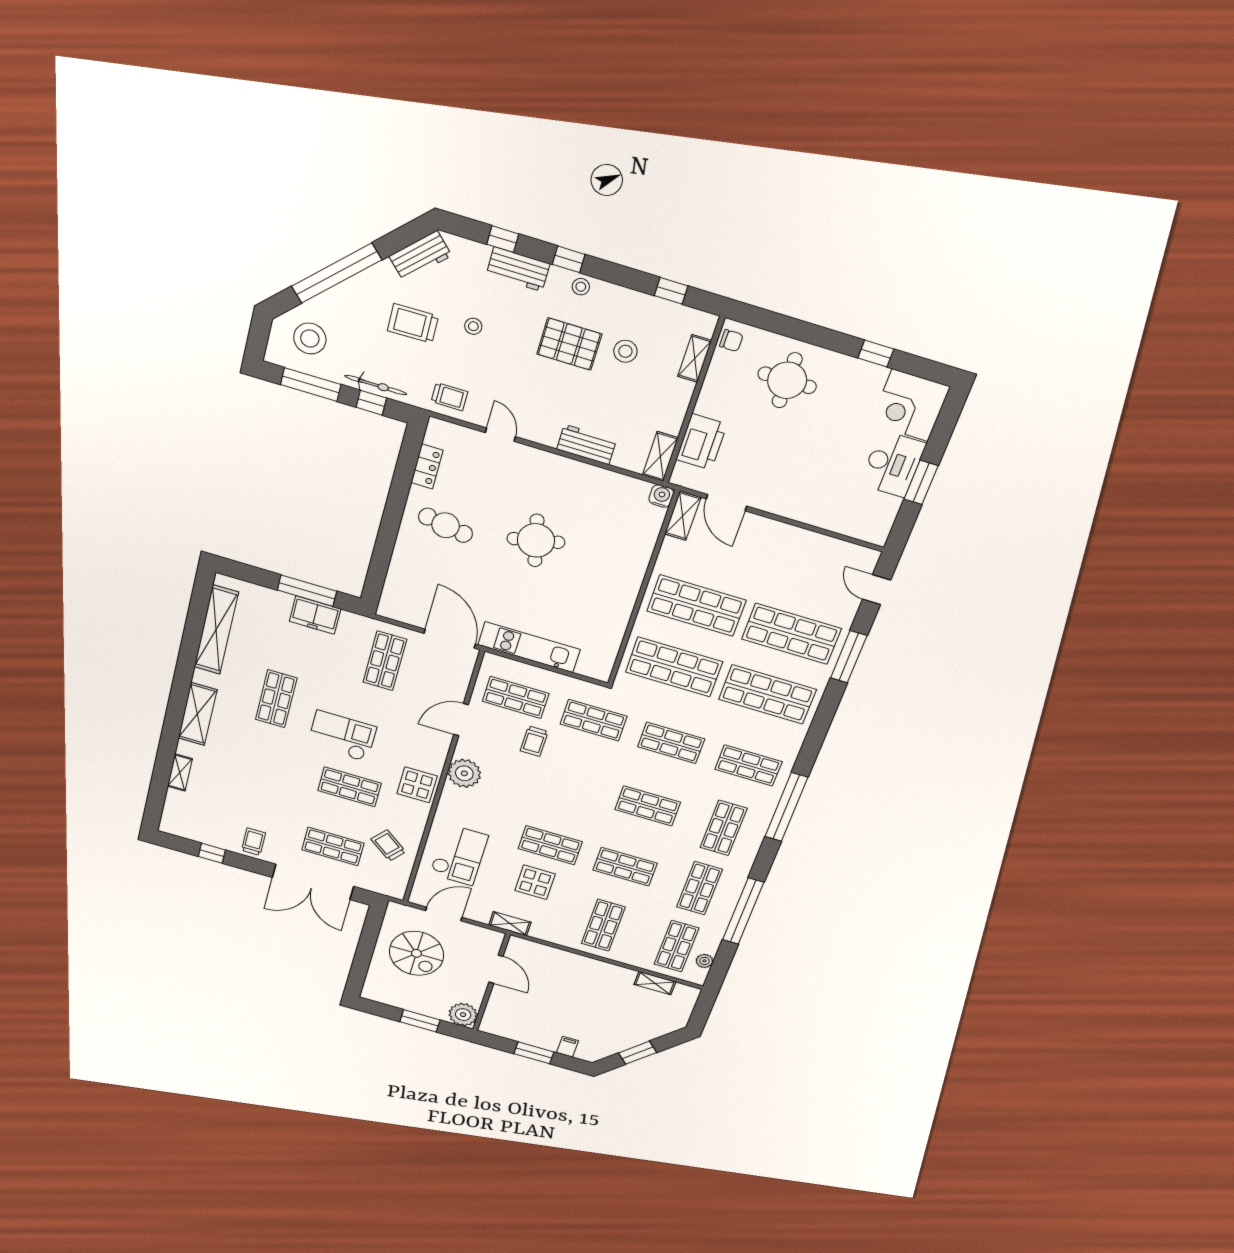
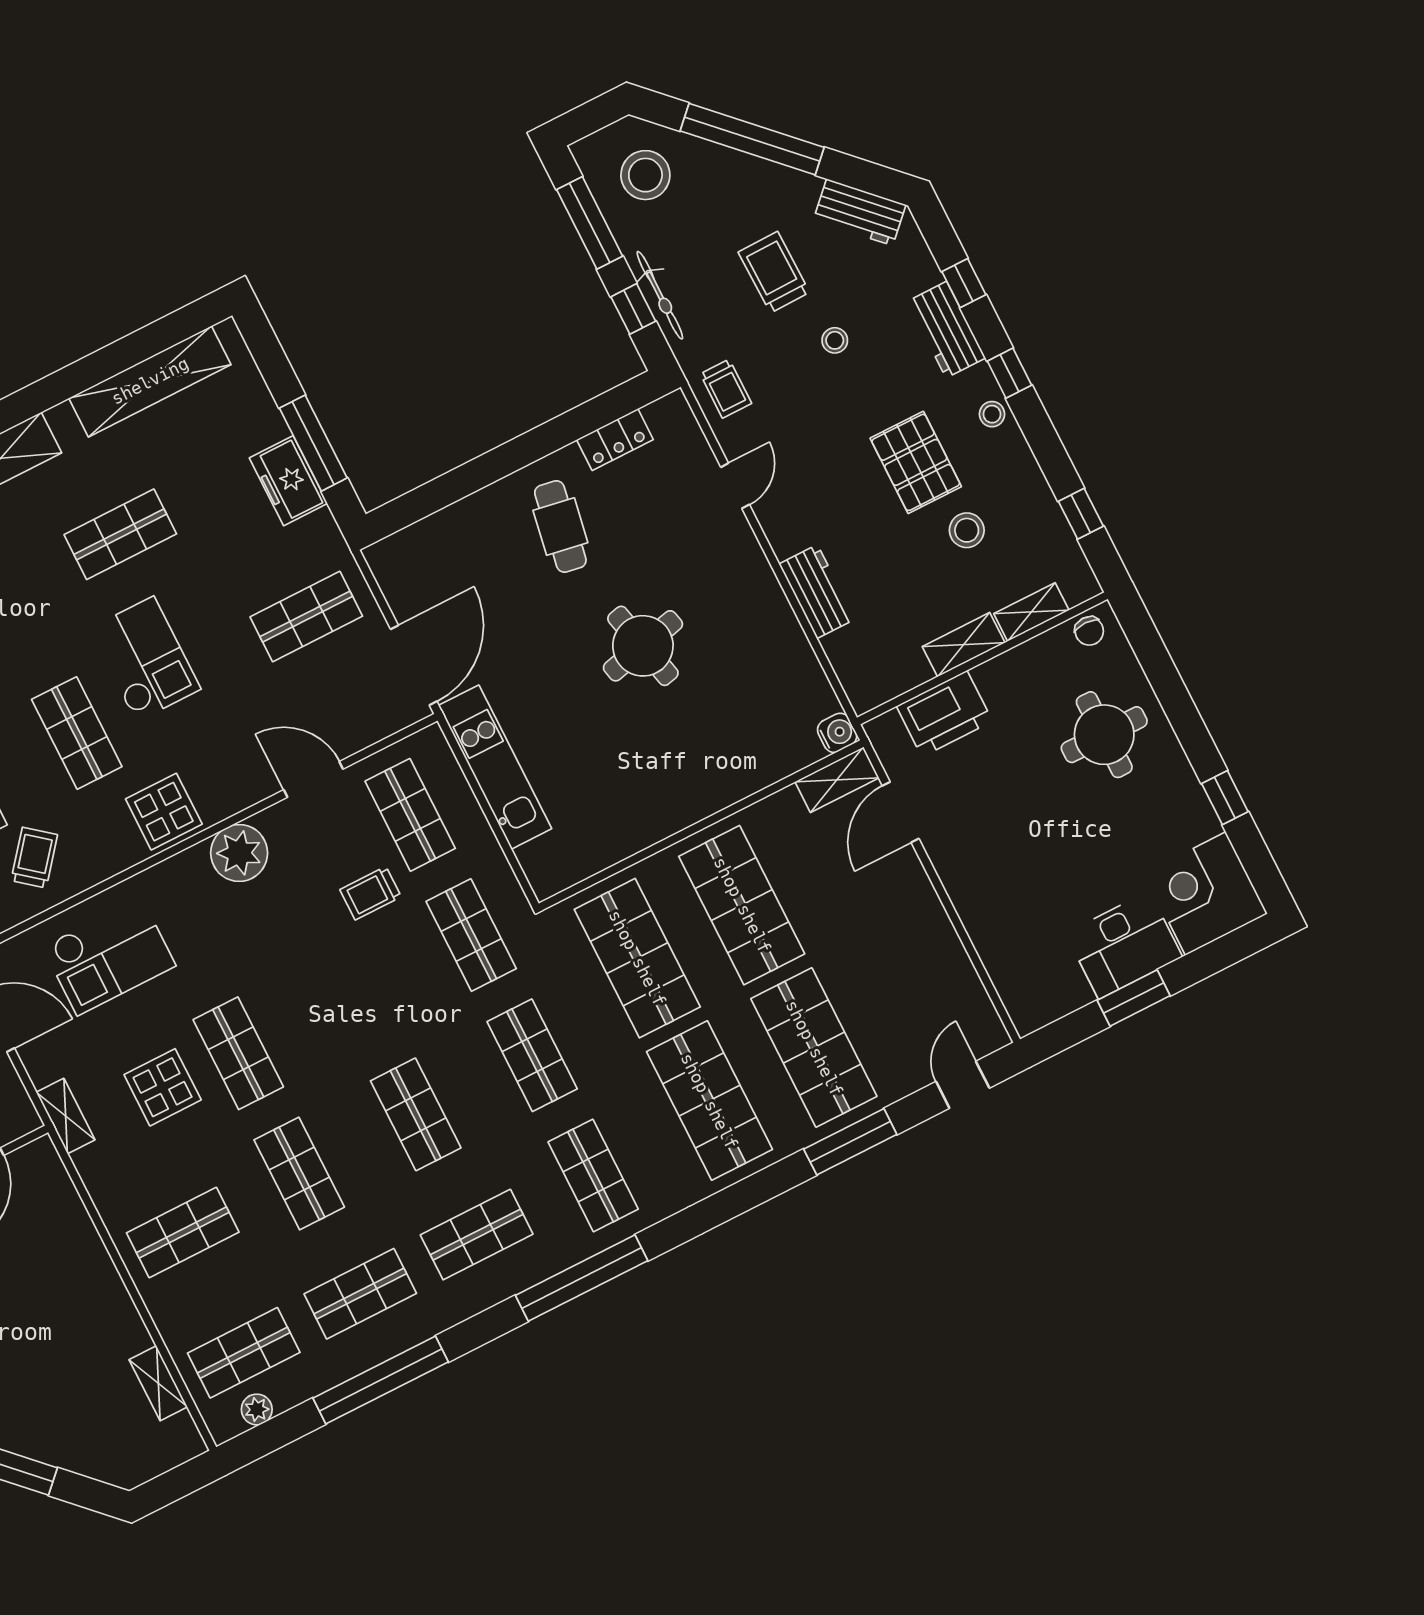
shelving: (660, 456) -> (964, 645), moved

